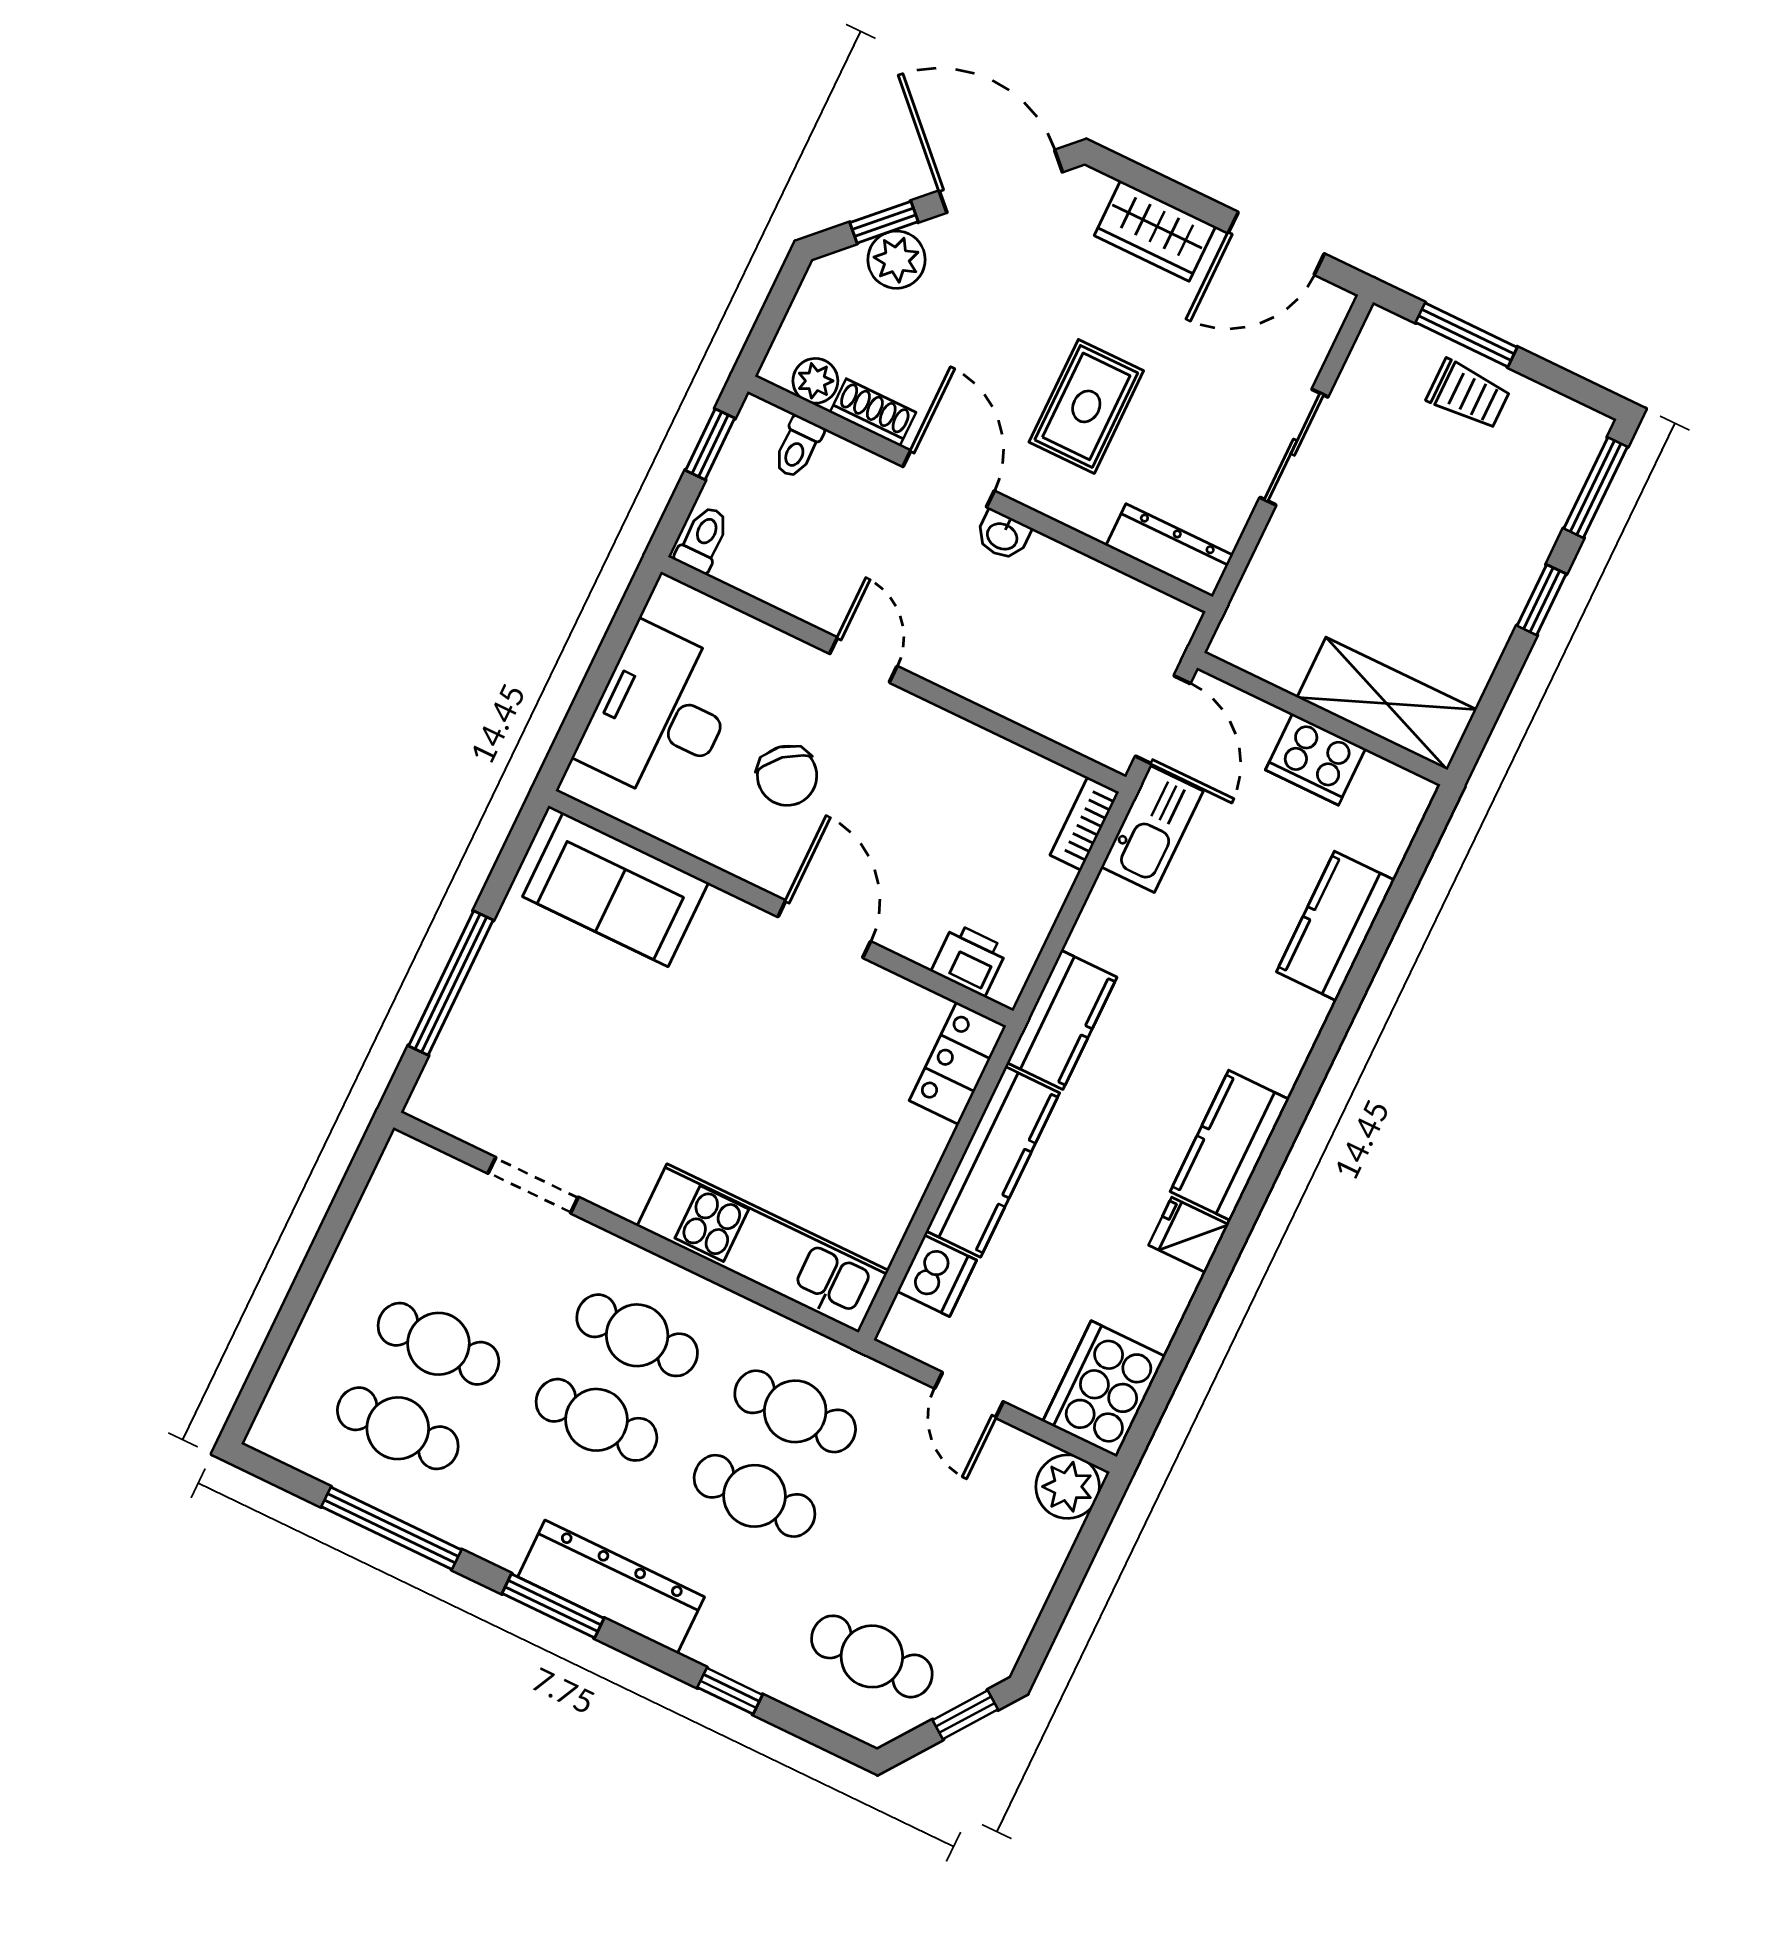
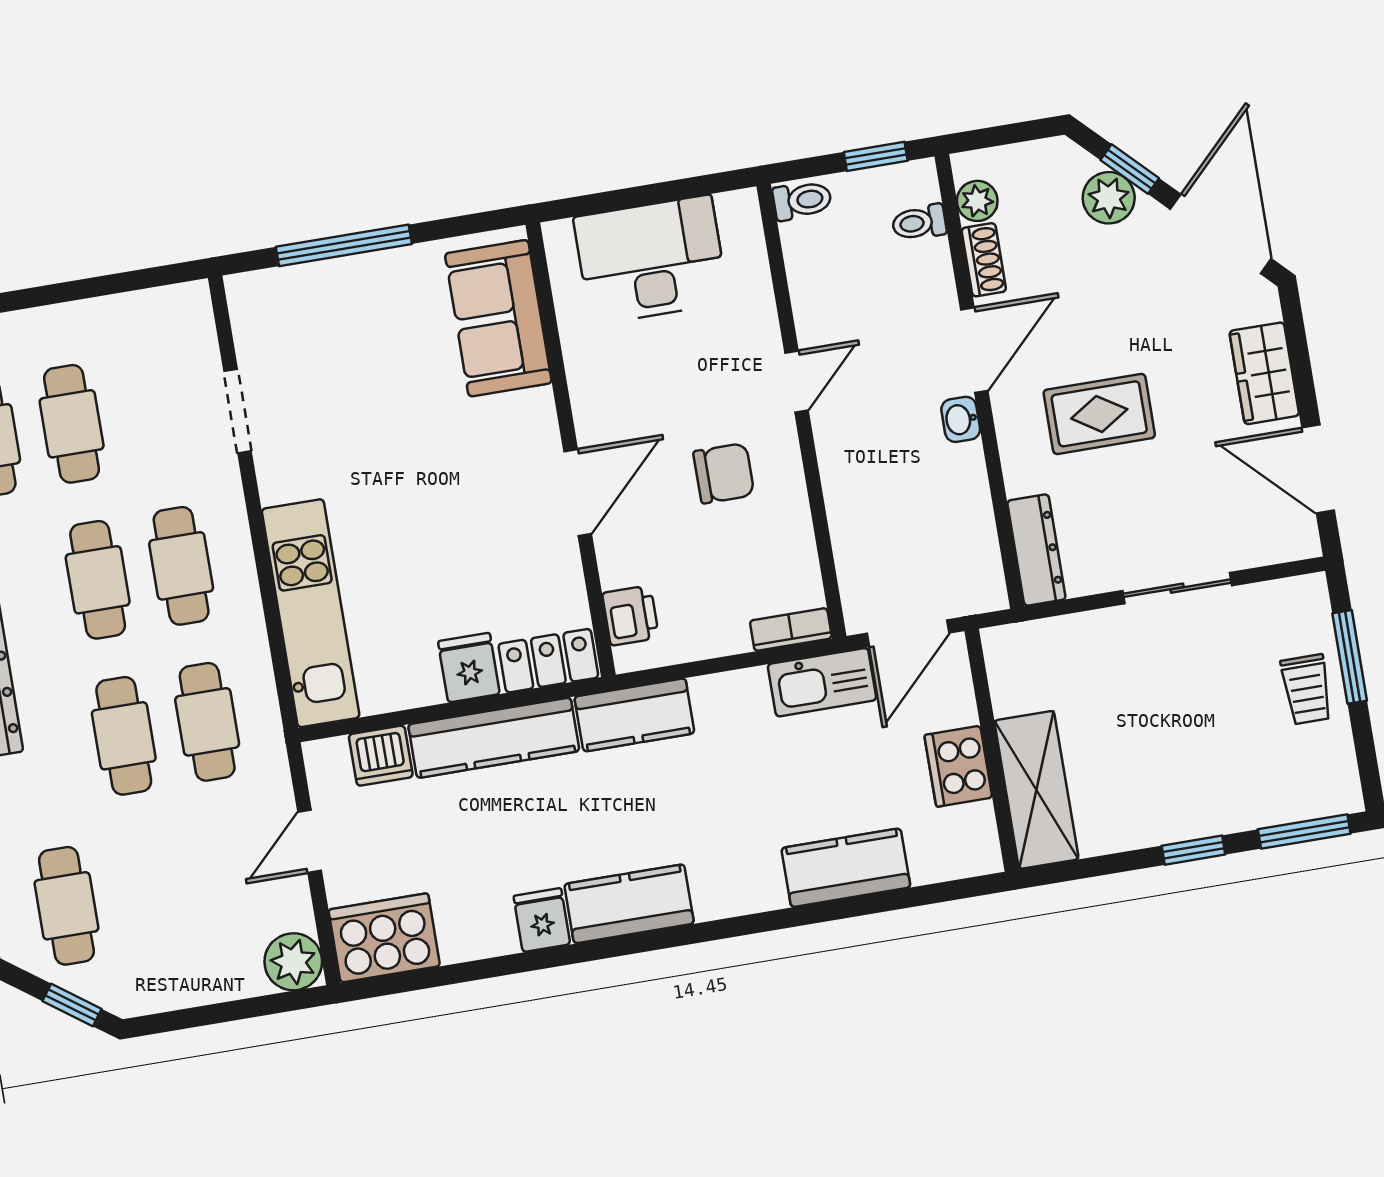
chair: (787, 776) -> (724, 473), moved, turned -139
fridge: (913, 1140) -> (469, 668), added

